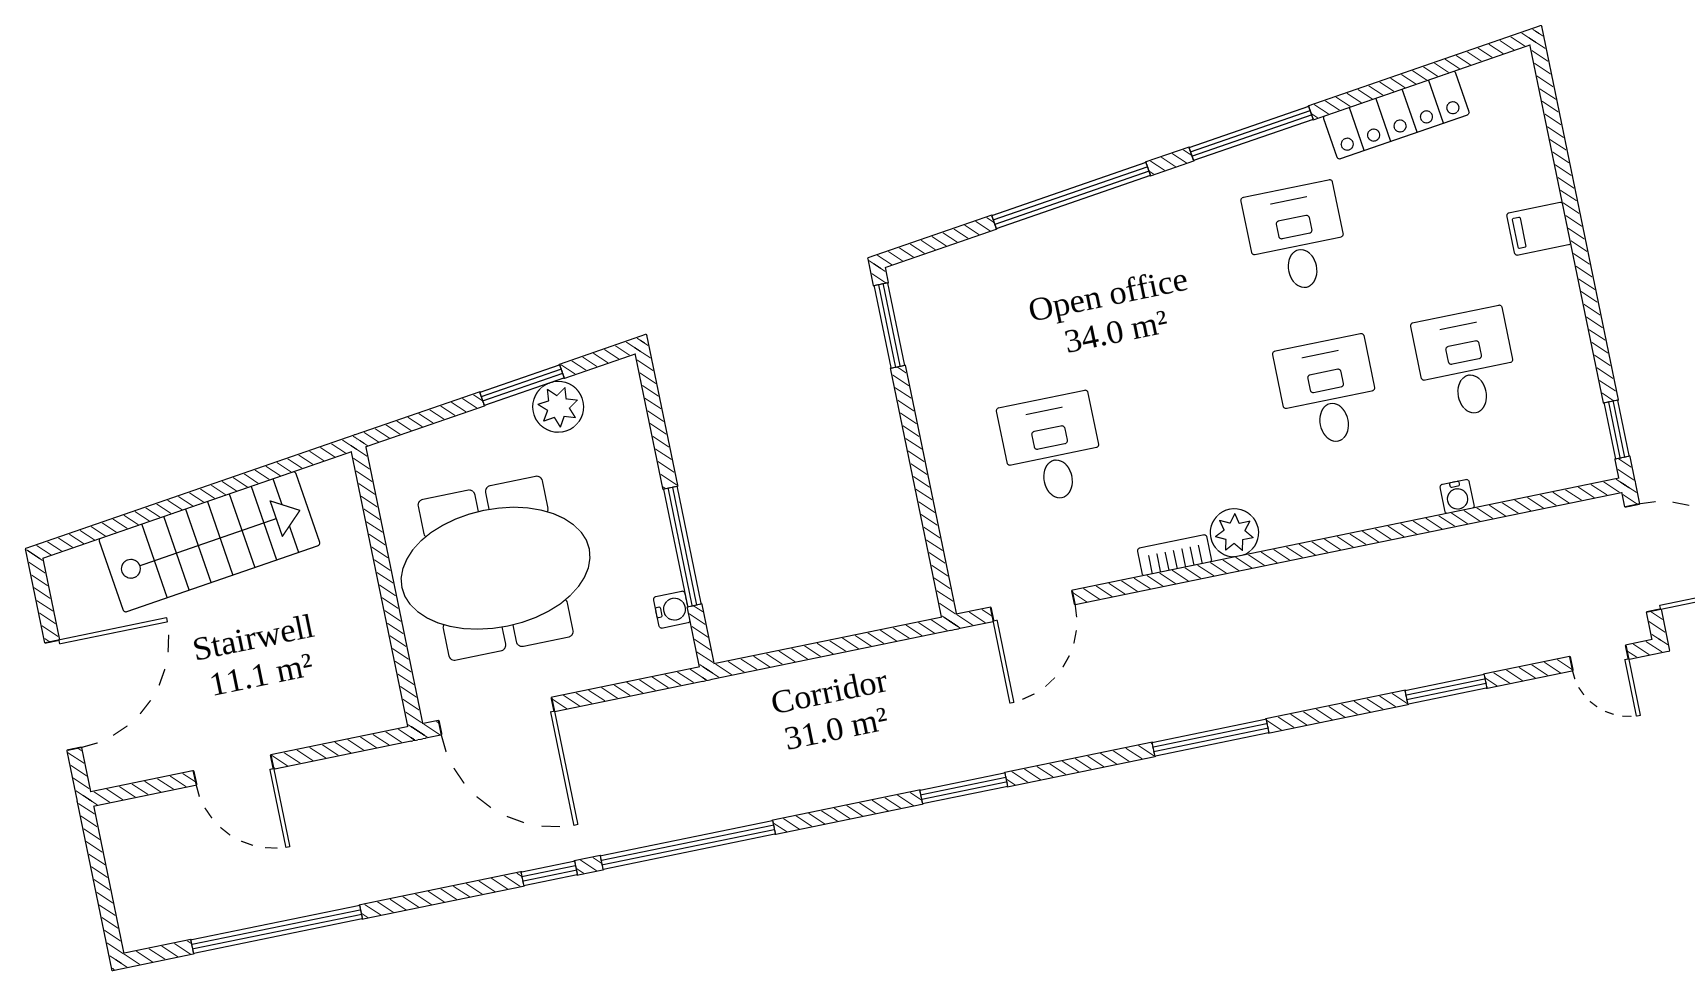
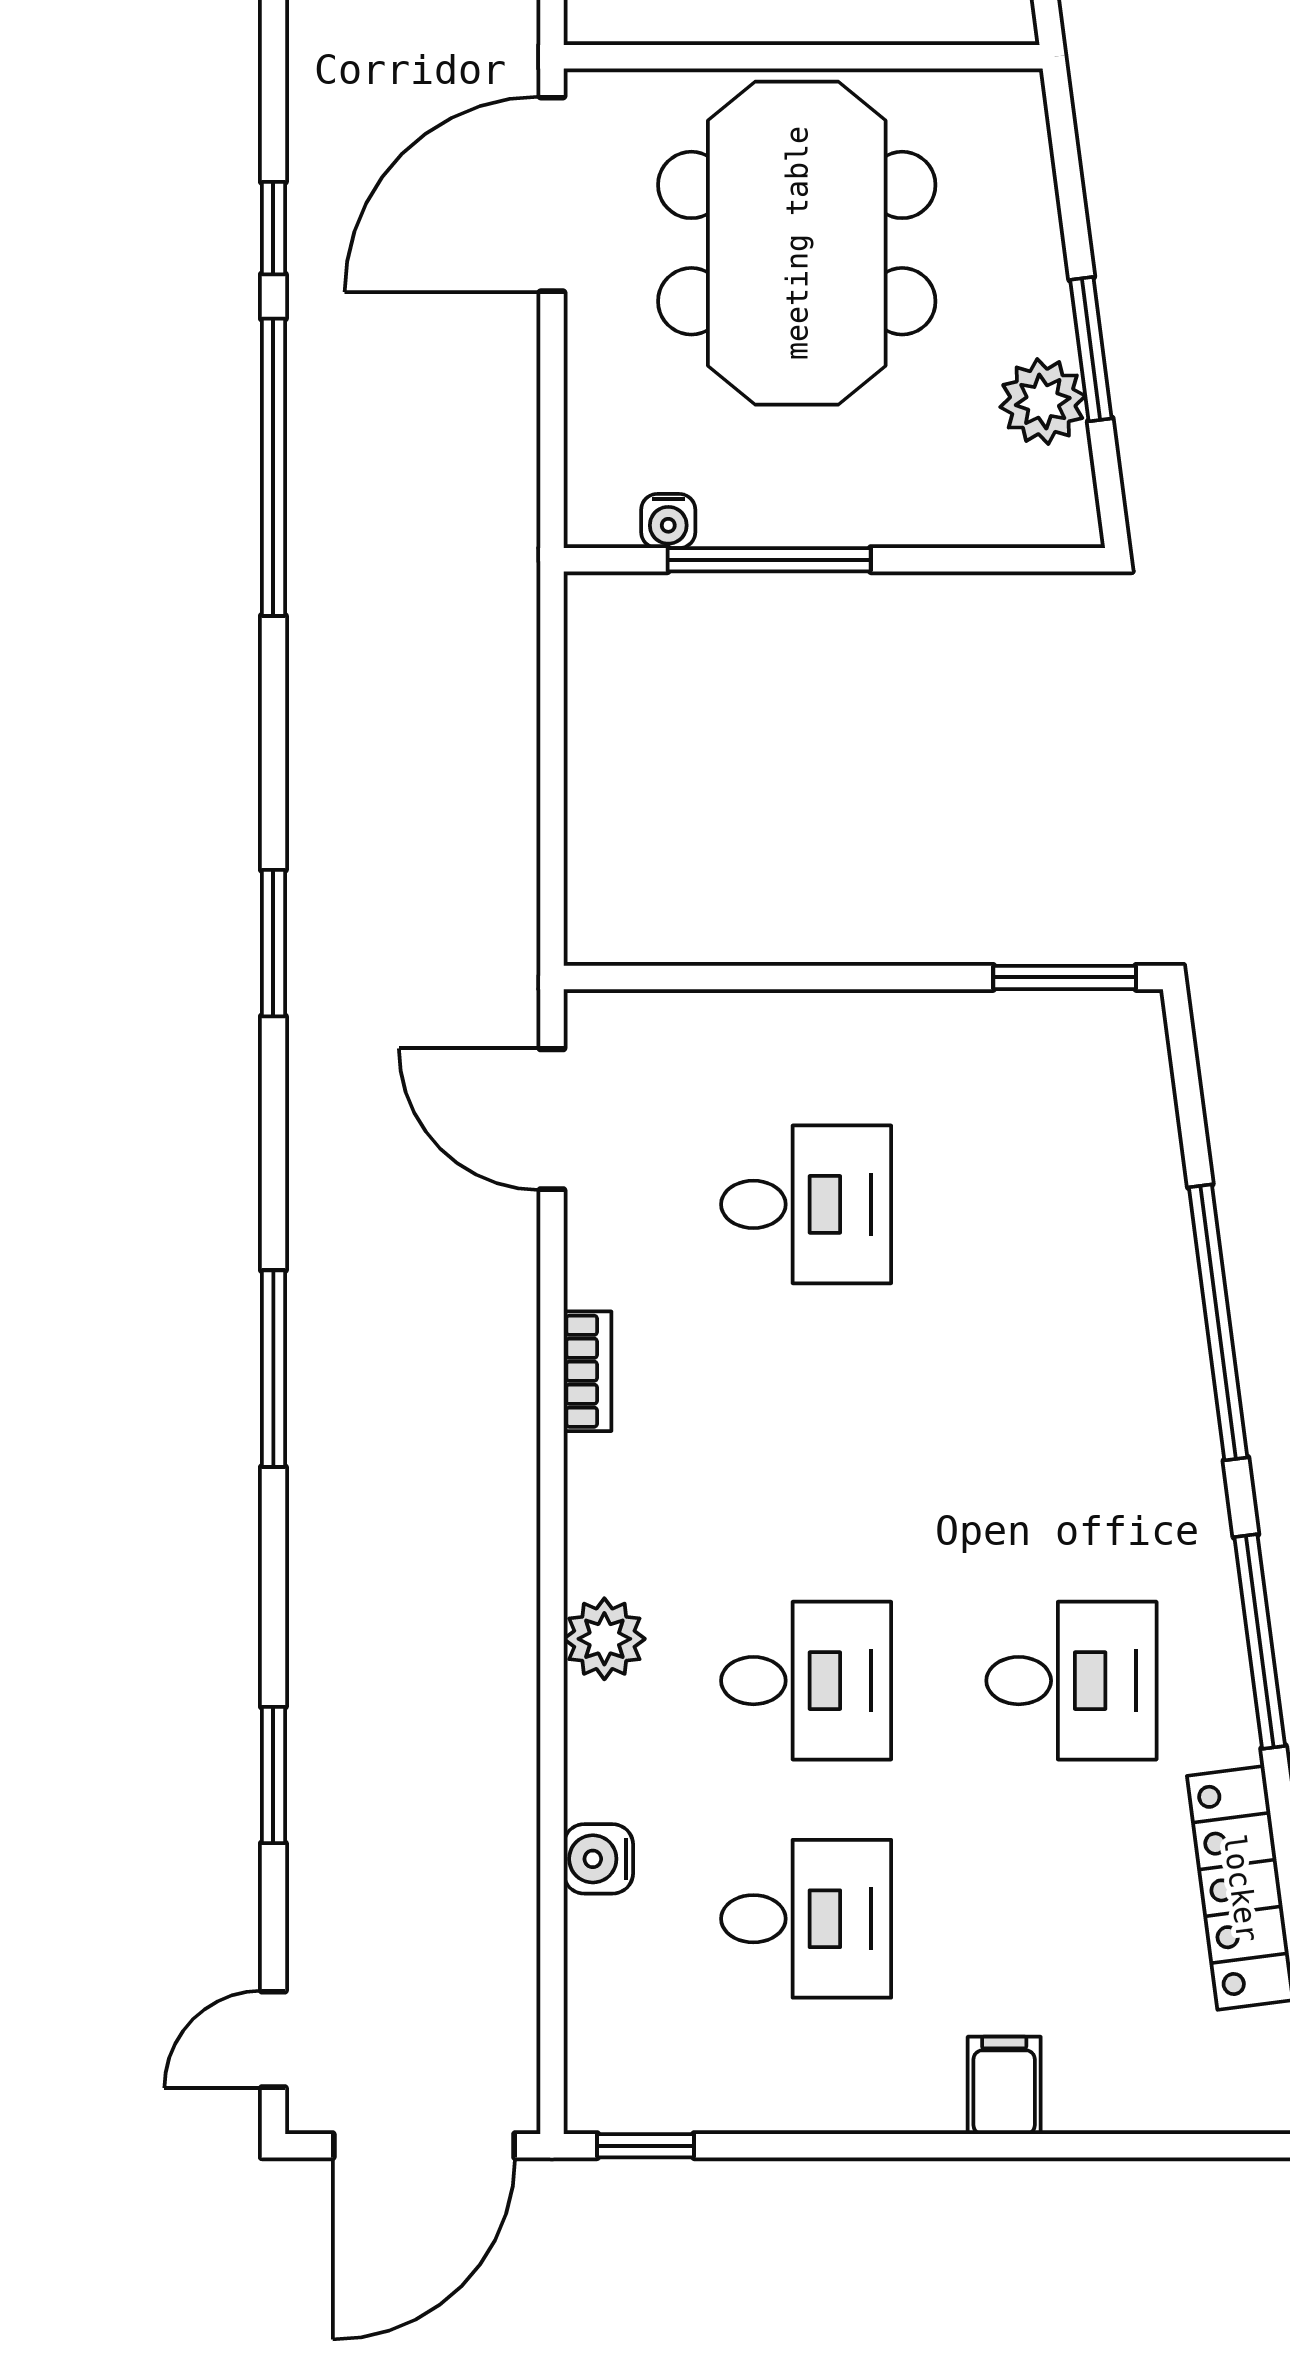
water cooler: (1457, 497) -> (598, 1859), width x1.38, depth x1.38
plant: (1234, 533) -> (604, 1639), moved

